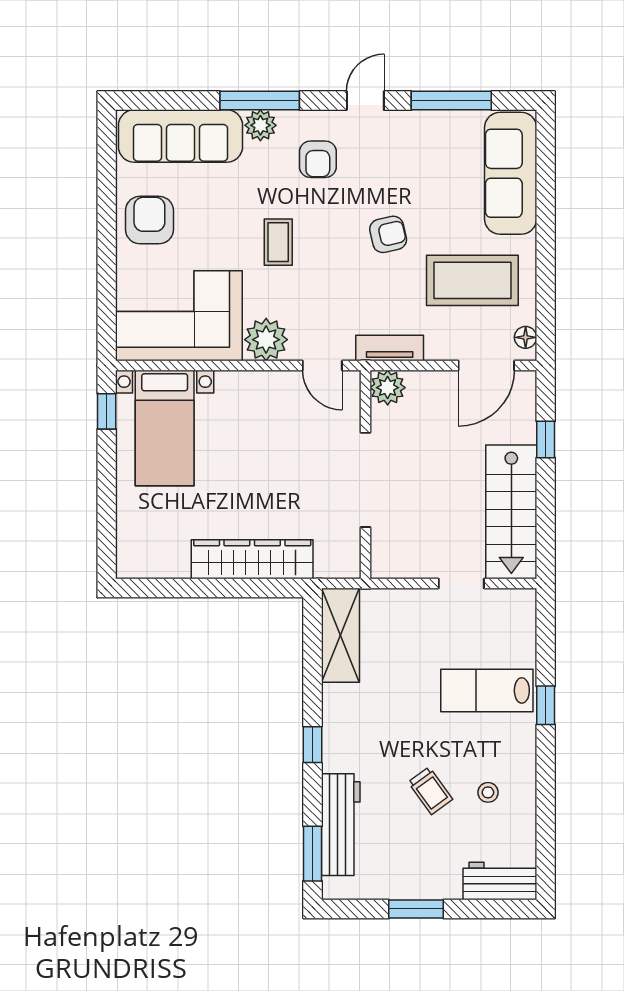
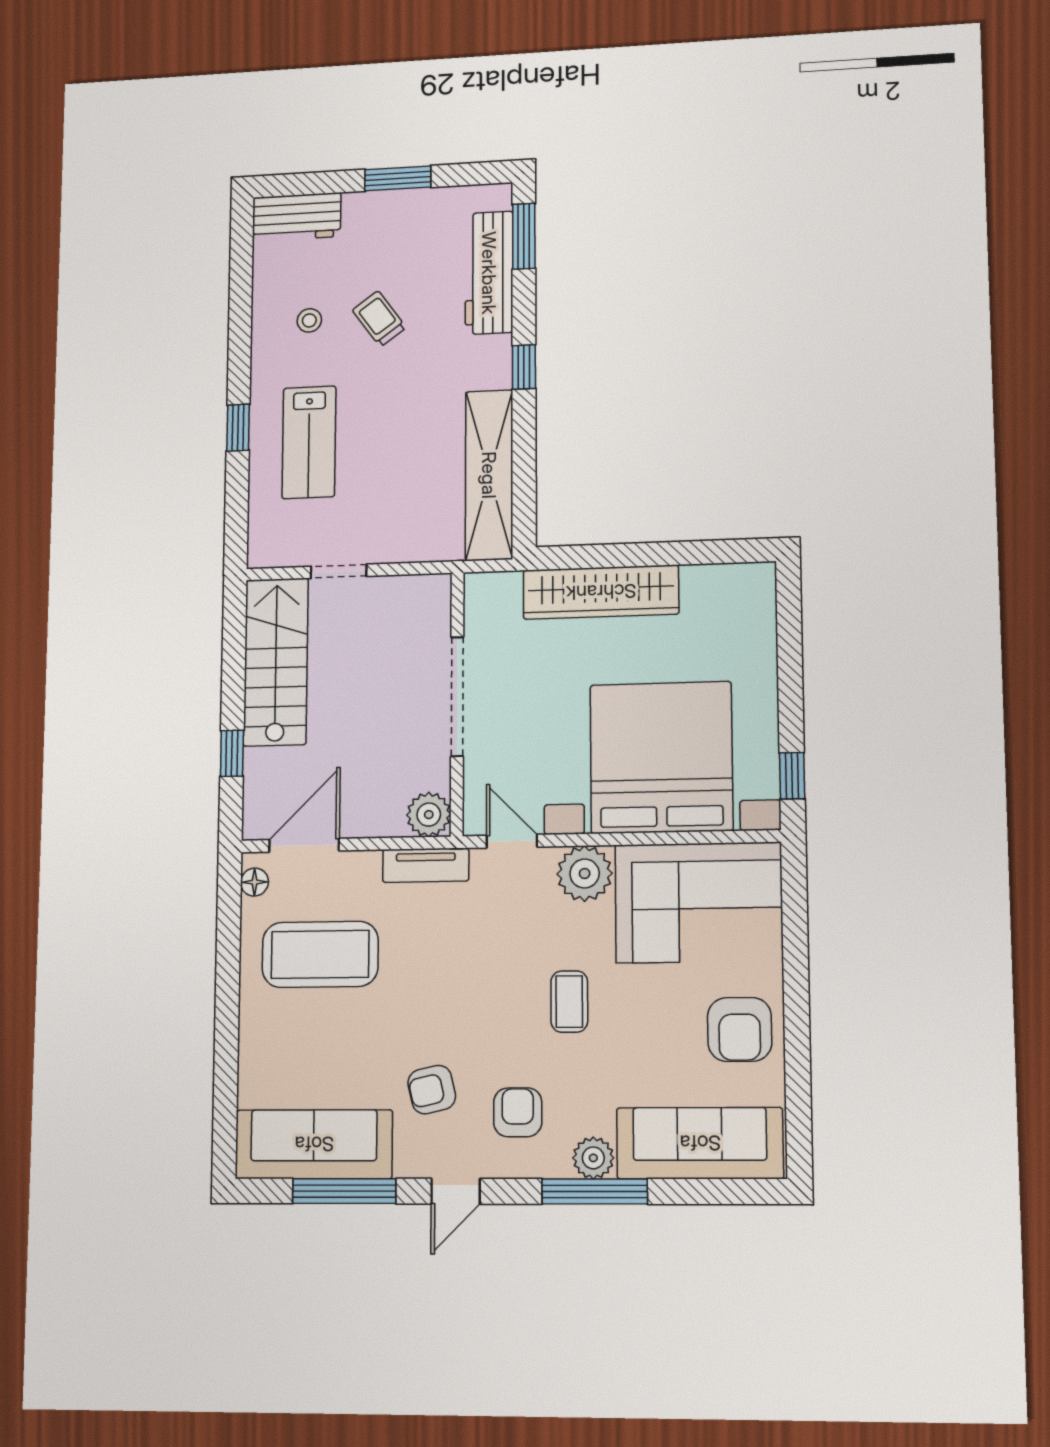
sofa: (511, 173) -> (314, 1144), moved, turned -90
armchair: (388, 234) -> (432, 1090), moved
bed with nightstands: (165, 428) -> (661, 757), width x1.85
shelving: (340, 635) -> (489, 475), width x1.47
lab bench: (487, 690) -> (309, 442), turned 90

